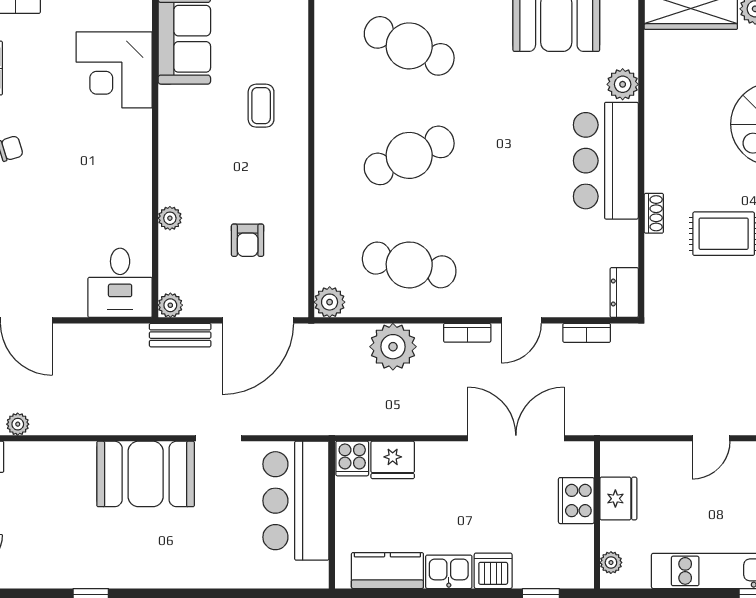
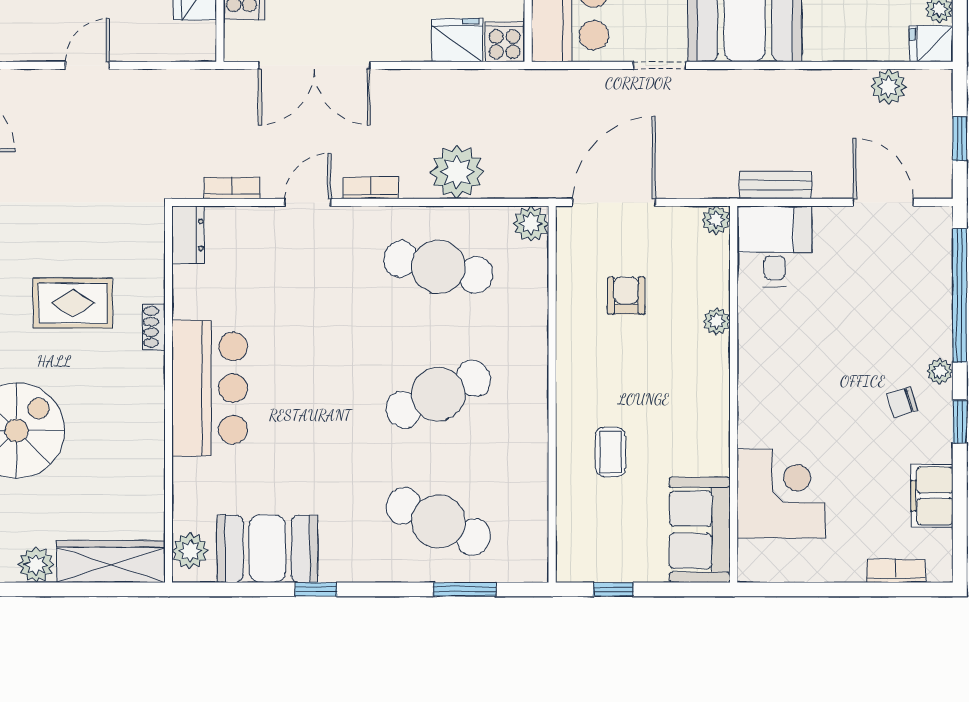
plant: (623, 84) -> (190, 551), moved
bench: (180, 335) -> (776, 185), moved
plant: (18, 424) -> (888, 87), width x1.38, depth x1.38

